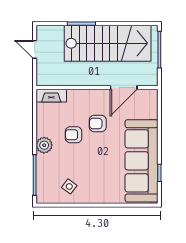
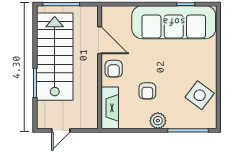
fireplace: (51, 96) -> (110, 108), width x1.37, depth x1.32
armchair: (98, 124) -> (114, 69), moved
side table: (69, 186) -> (200, 95), width x1.87, depth x1.87

